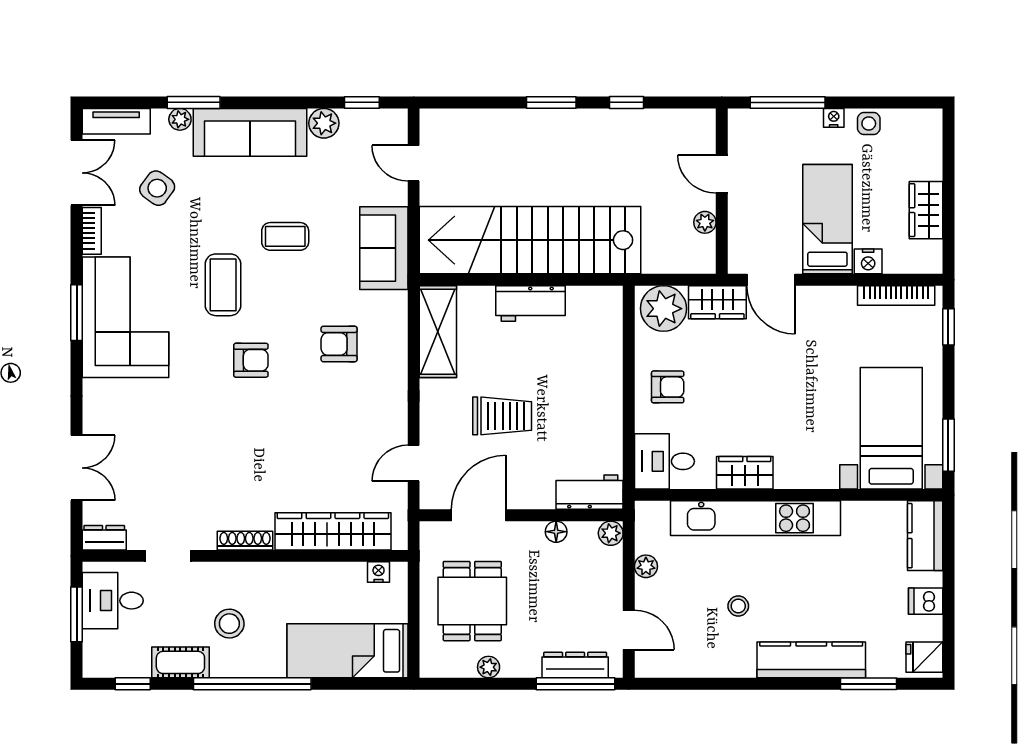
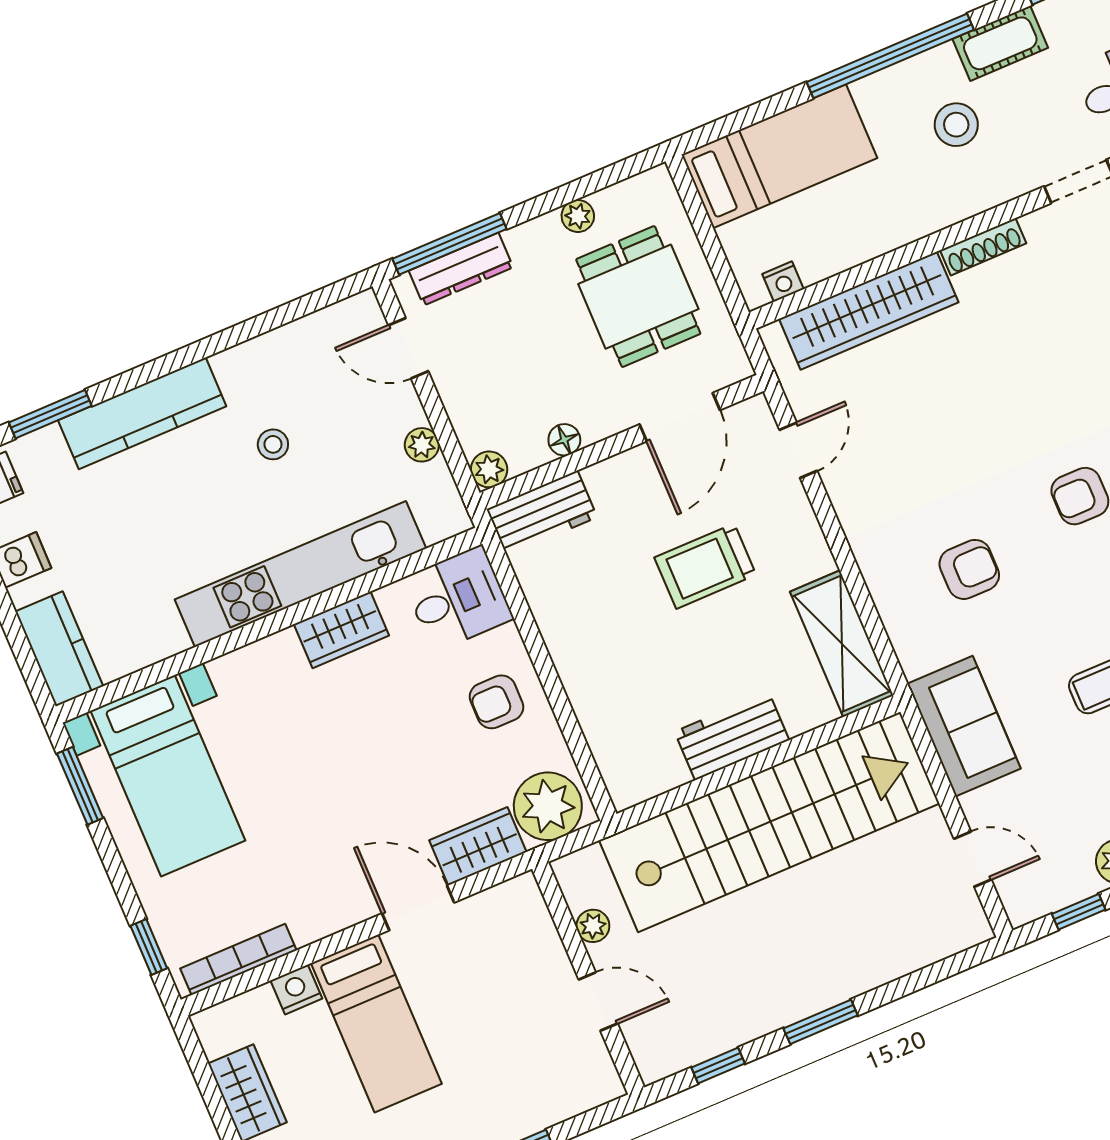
door: (722, 174) -> (598, 1001), moved
wall: (722, 191) -> (588, 978), moved
plant: (705, 222) -> (593, 926), moved

